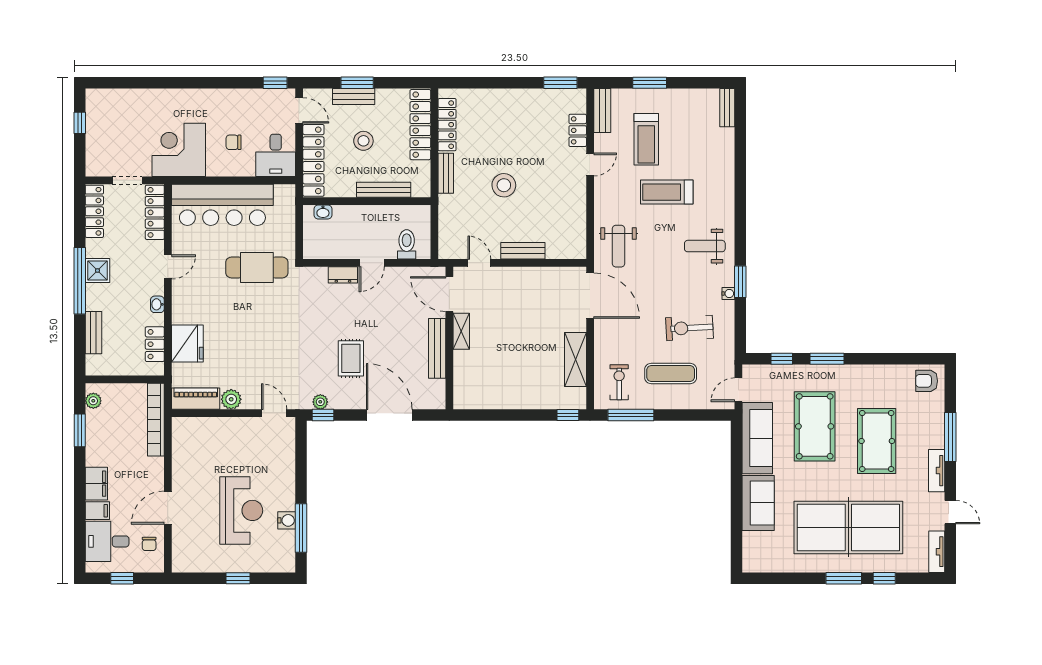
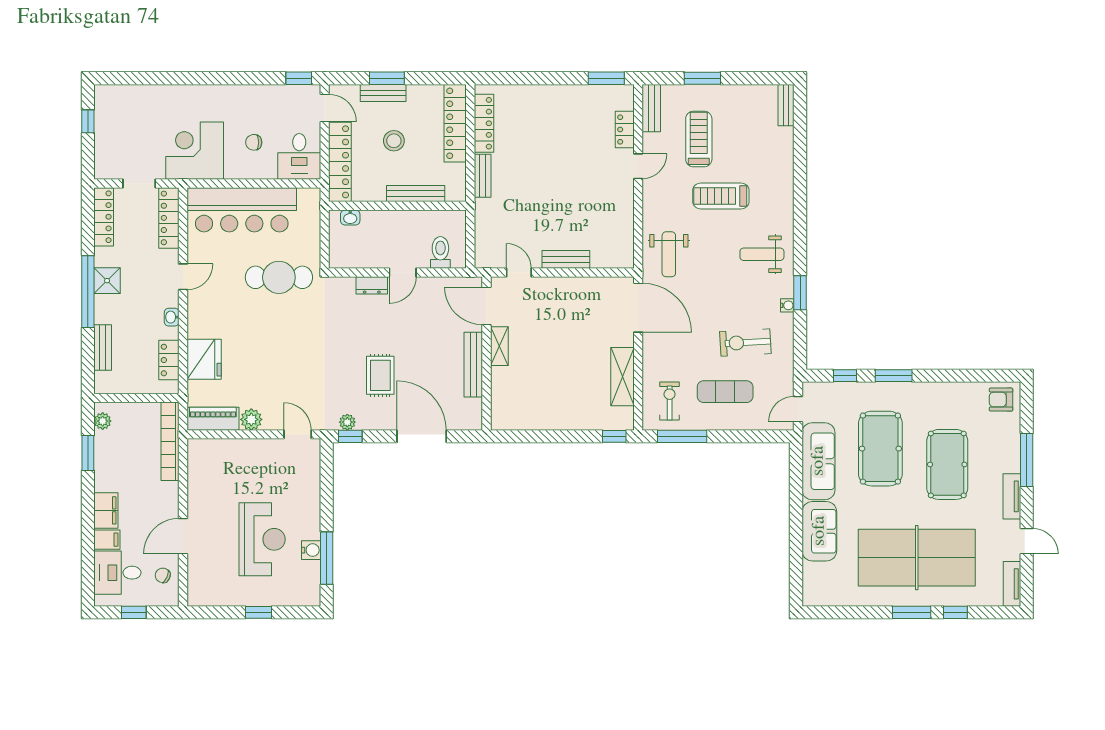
treadmill: (646, 139) -> (699, 139), turned 180
stool: (504, 185) -> (545, 189), removed
chair: (149, 544) -> (163, 575), turned 113

